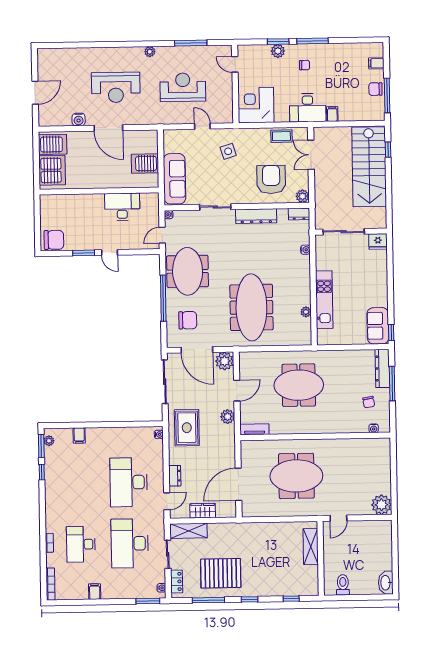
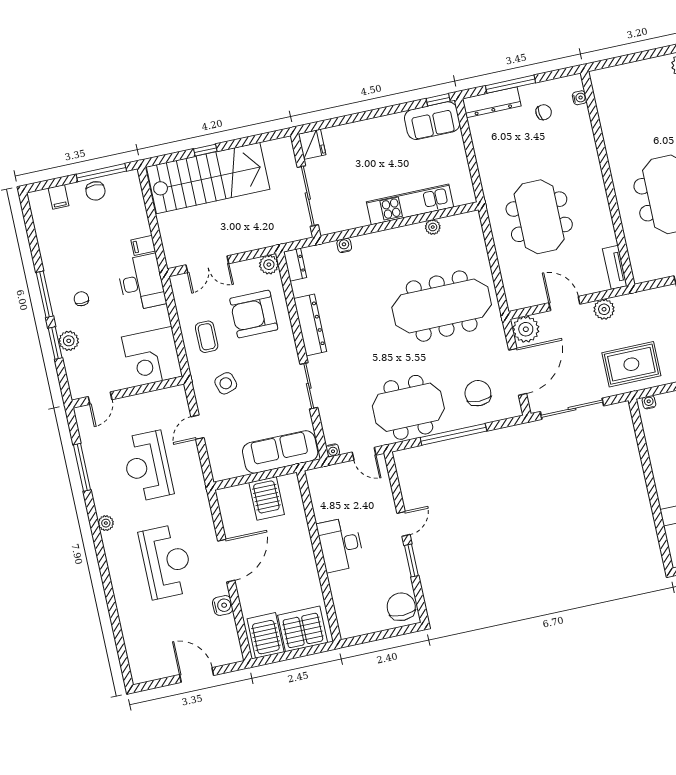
coffee table: (281, 136) -> (207, 337), moved
window: (388, 150) -> (205, 150), moved
desk: (122, 207) -> (340, 544), moved

